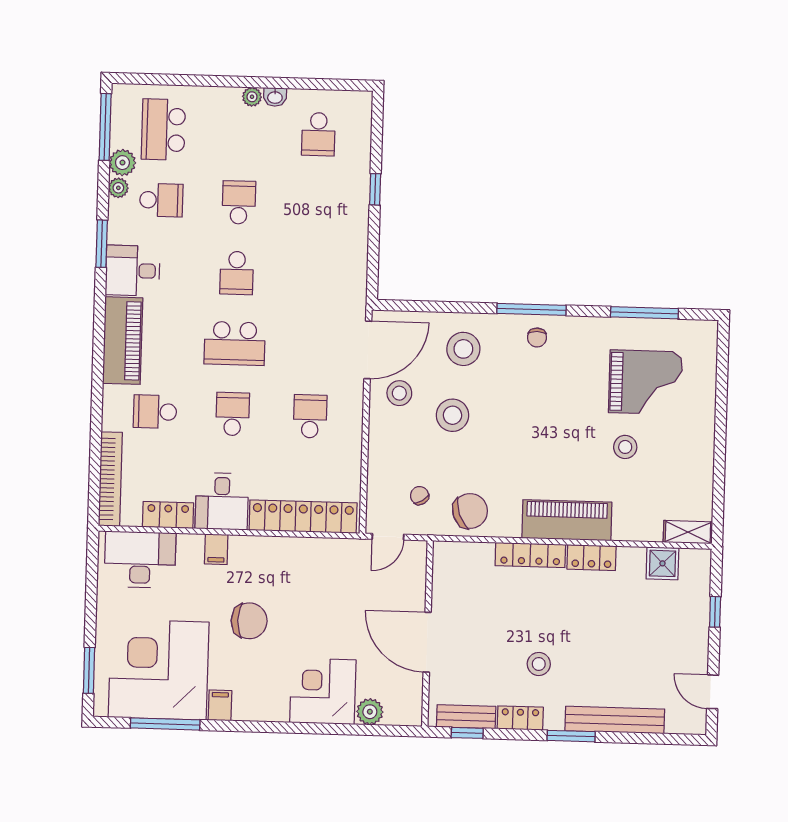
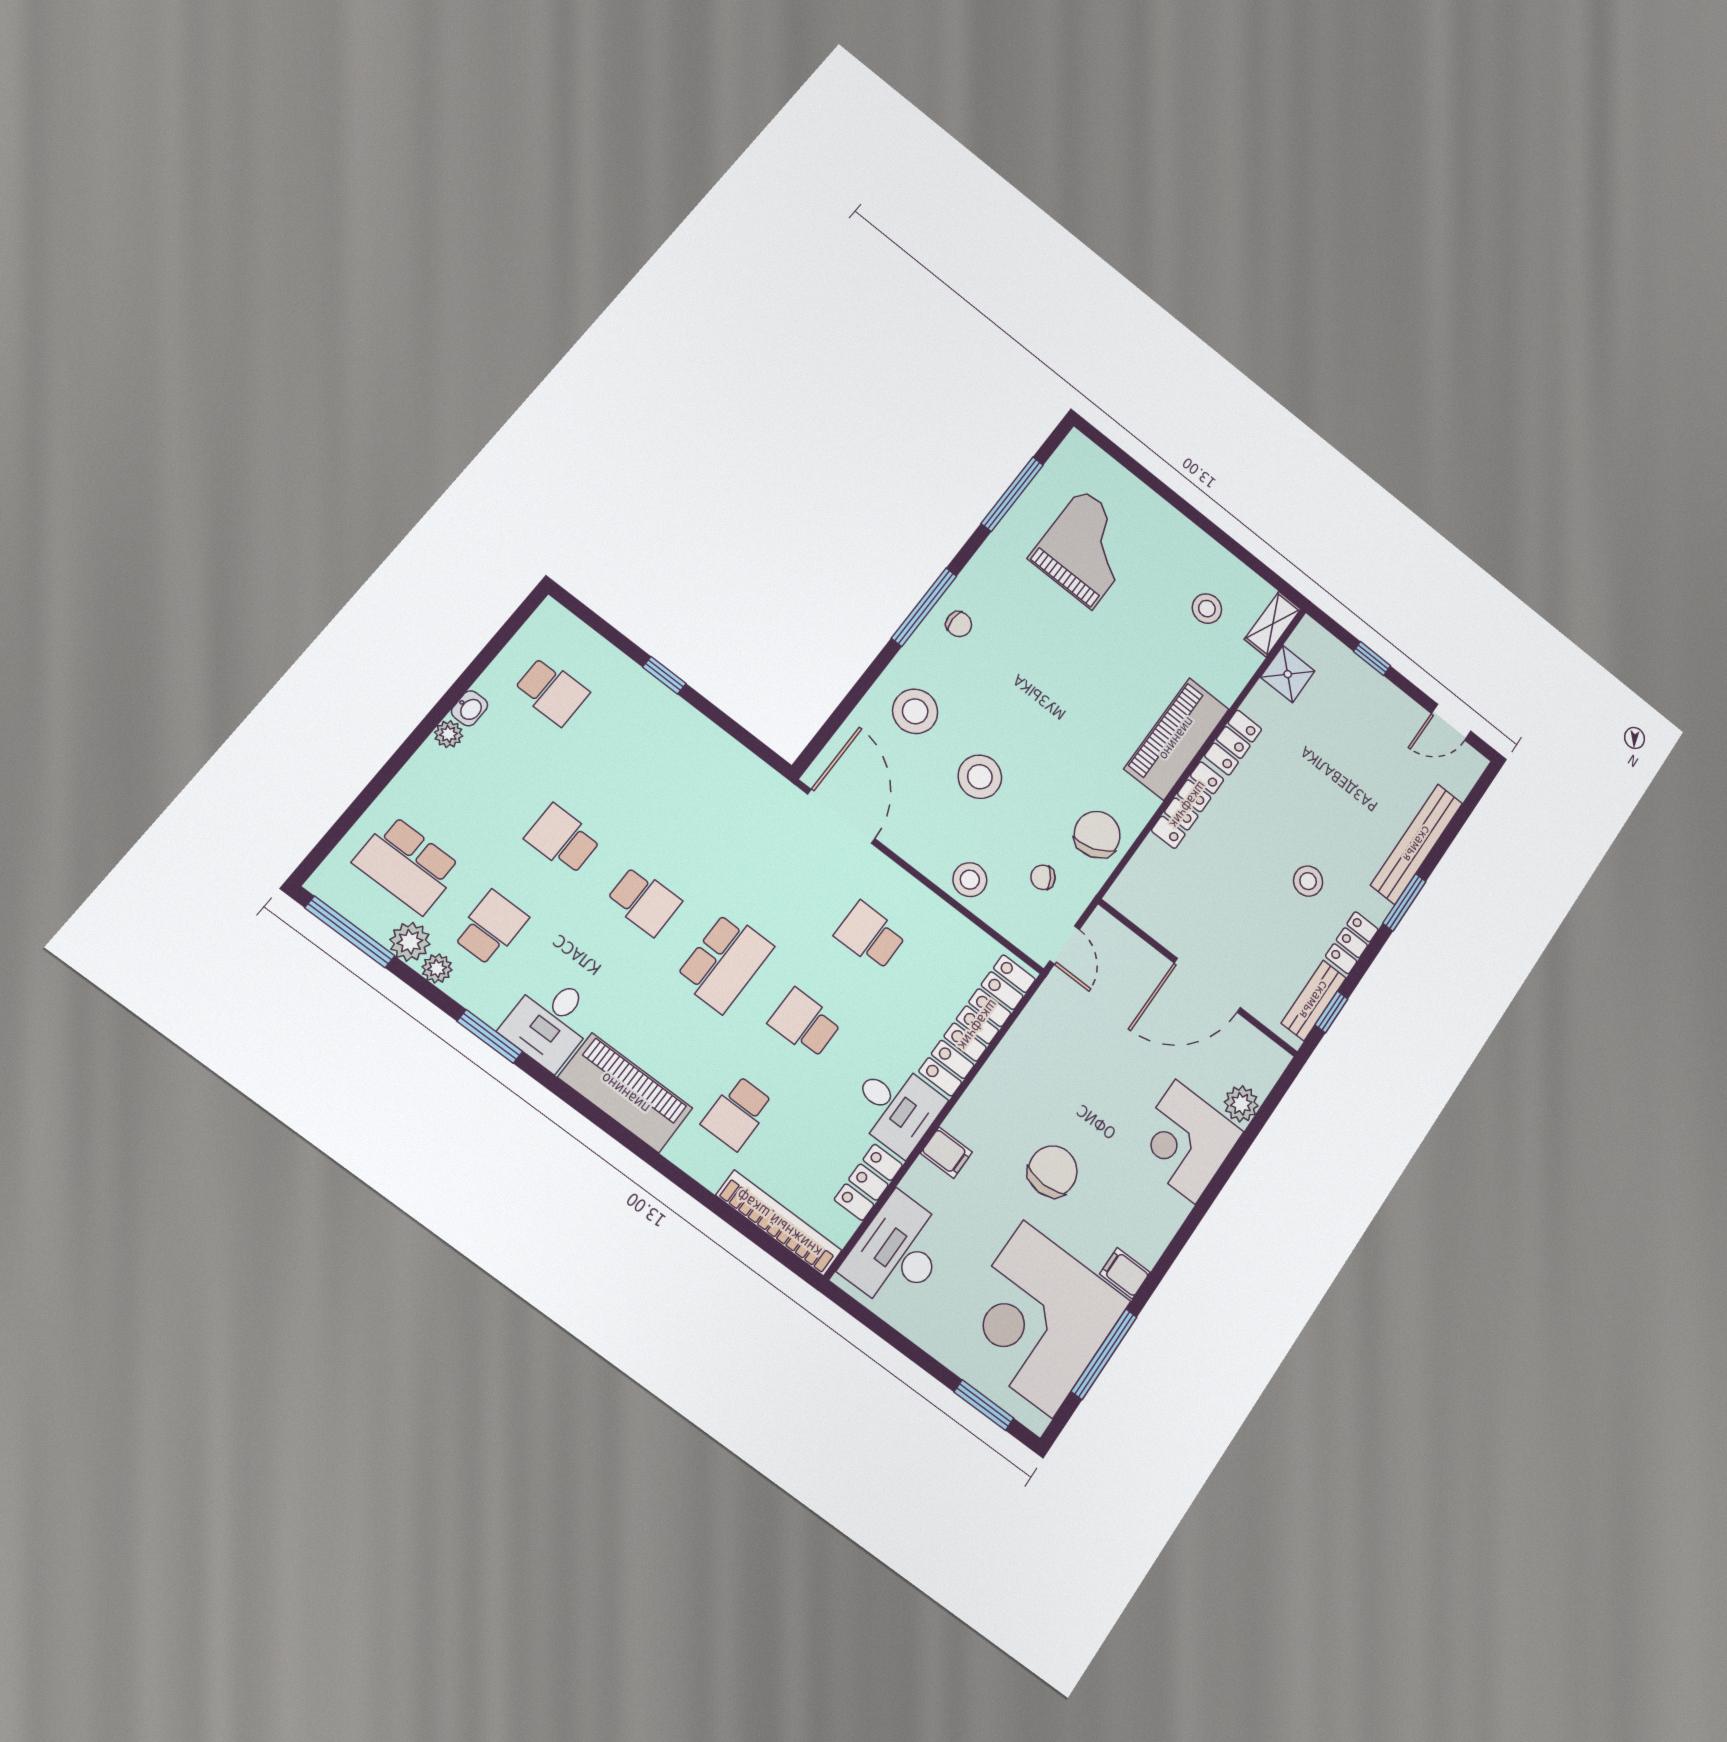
stool: (399, 393) -> (970, 880), moved
stool: (625, 447) -> (1207, 609), moved

